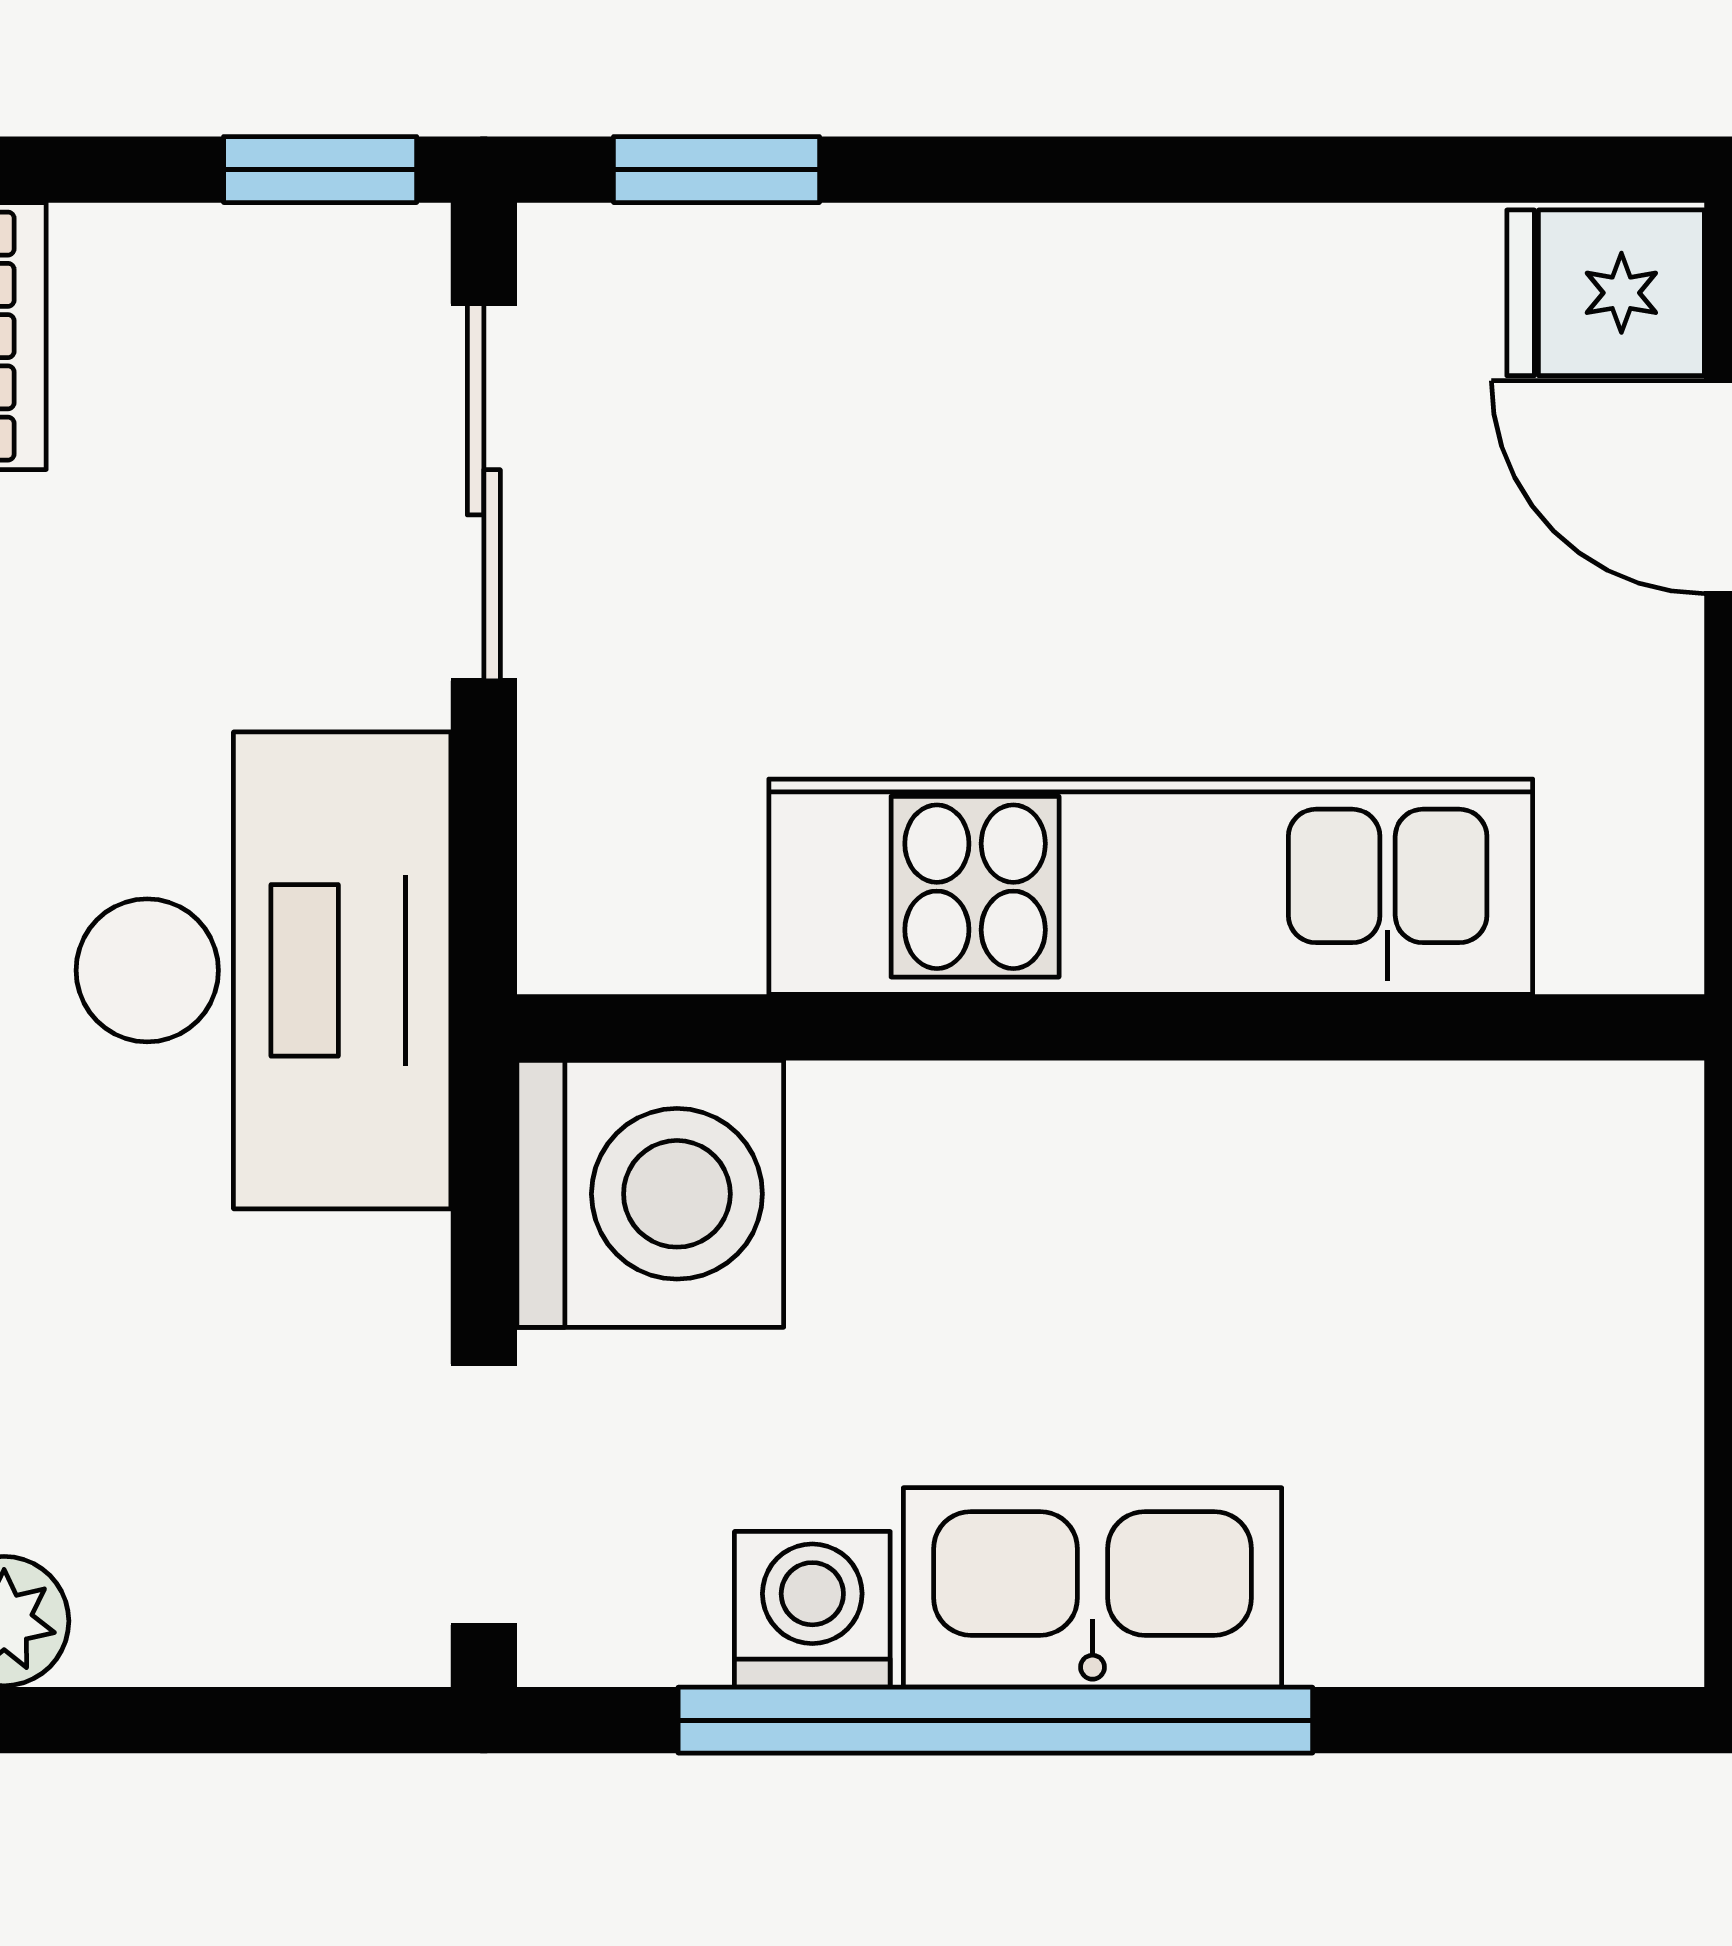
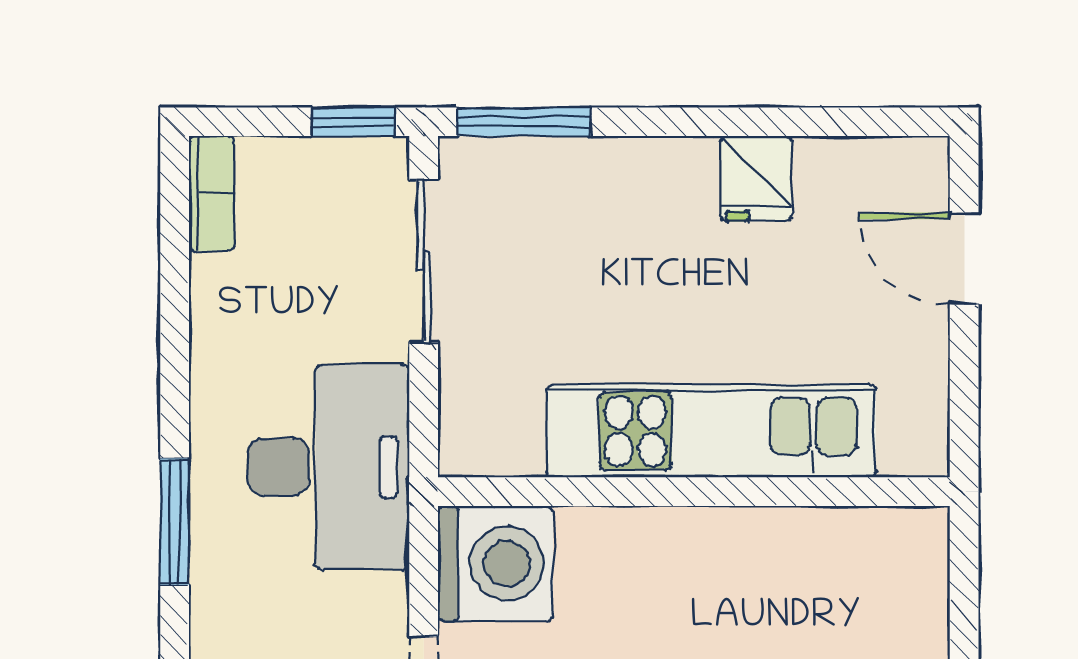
window: (717, 170) -> (524, 122), width x1.50
fridge: (1606, 293) -> (756, 179), moved, turned -90

